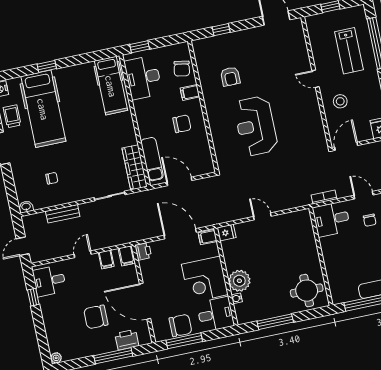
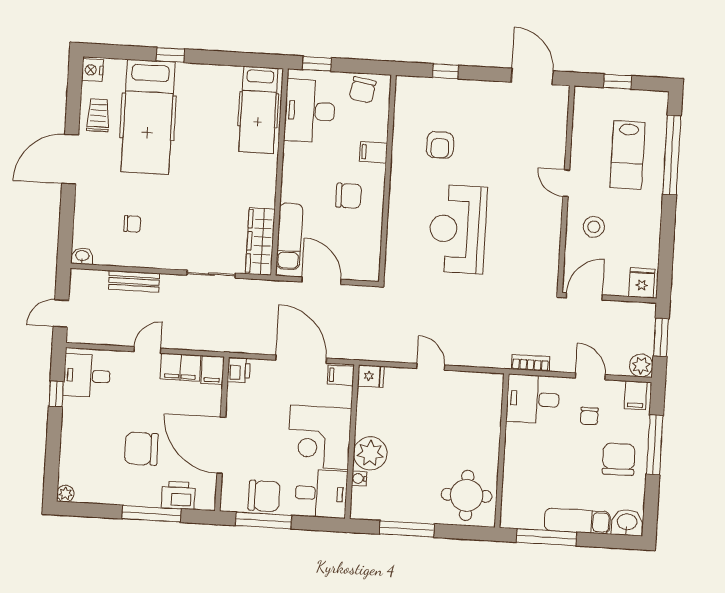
chair: (182, 69) -> (363, 90), moved
filing cabinet: (106, 259) -> (180, 367), width x2.00

